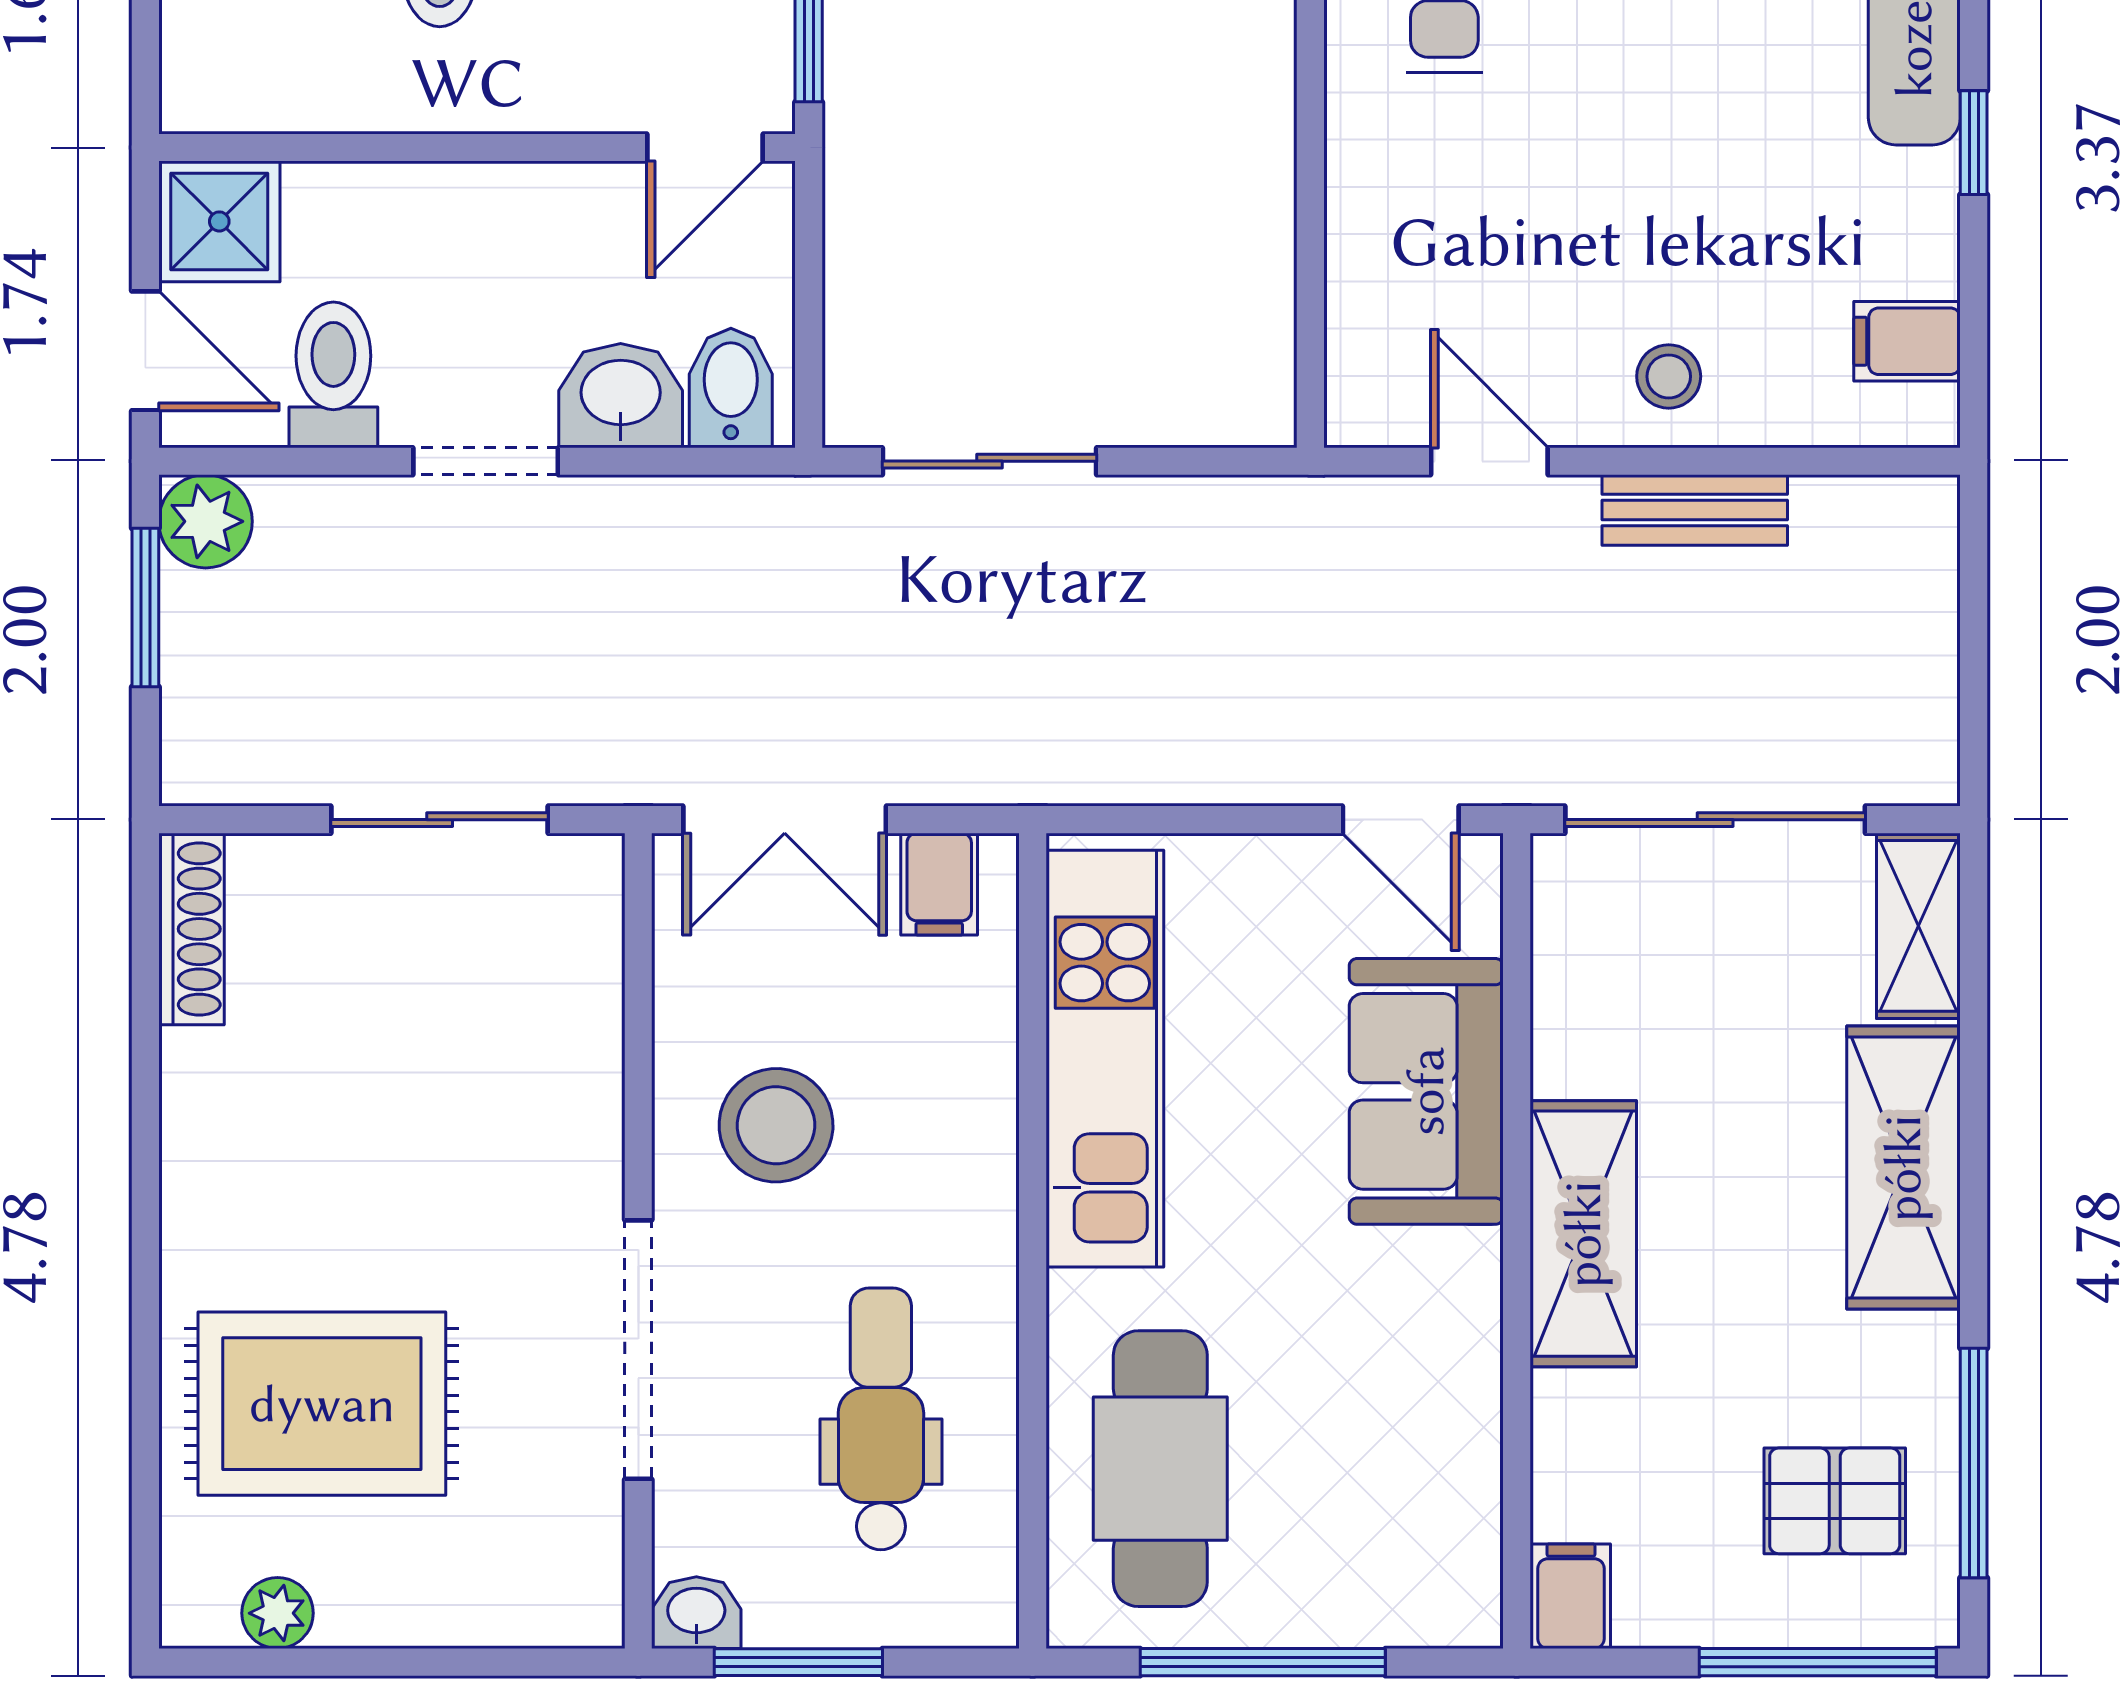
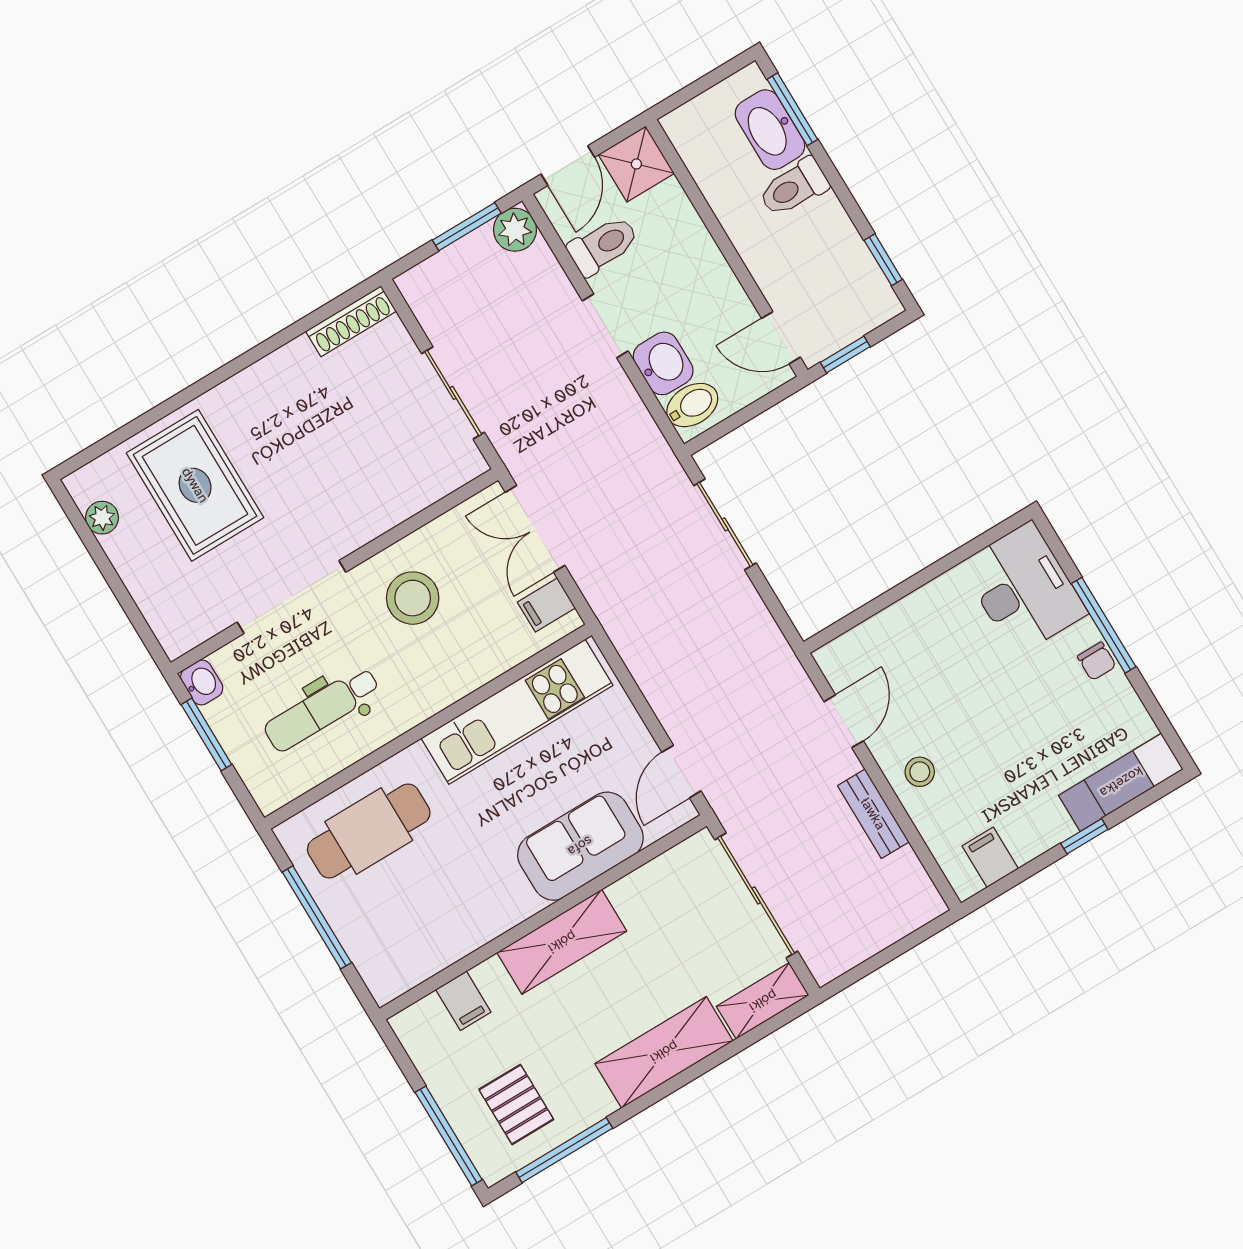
dental chair: (881, 1419) -> (322, 709), turned 180
filing cabinet: (1571, 1596) -> (463, 1001), moved, turned 90

